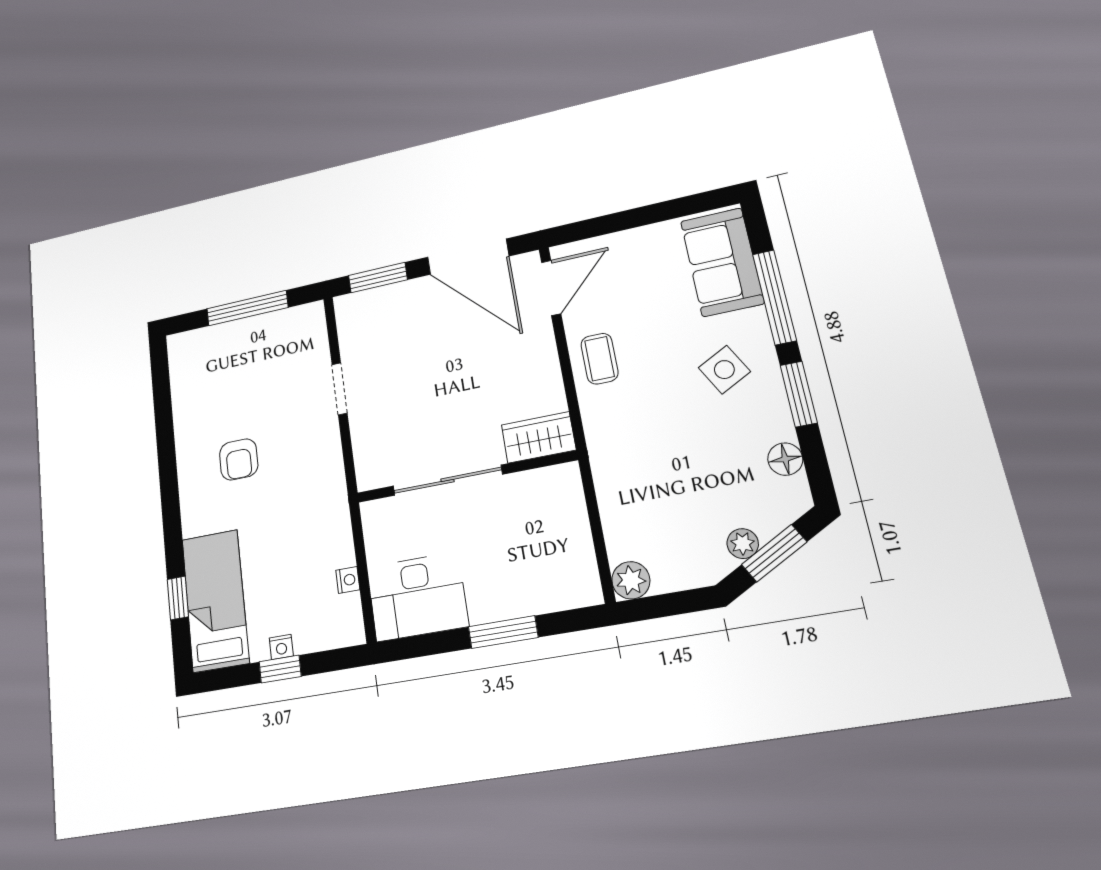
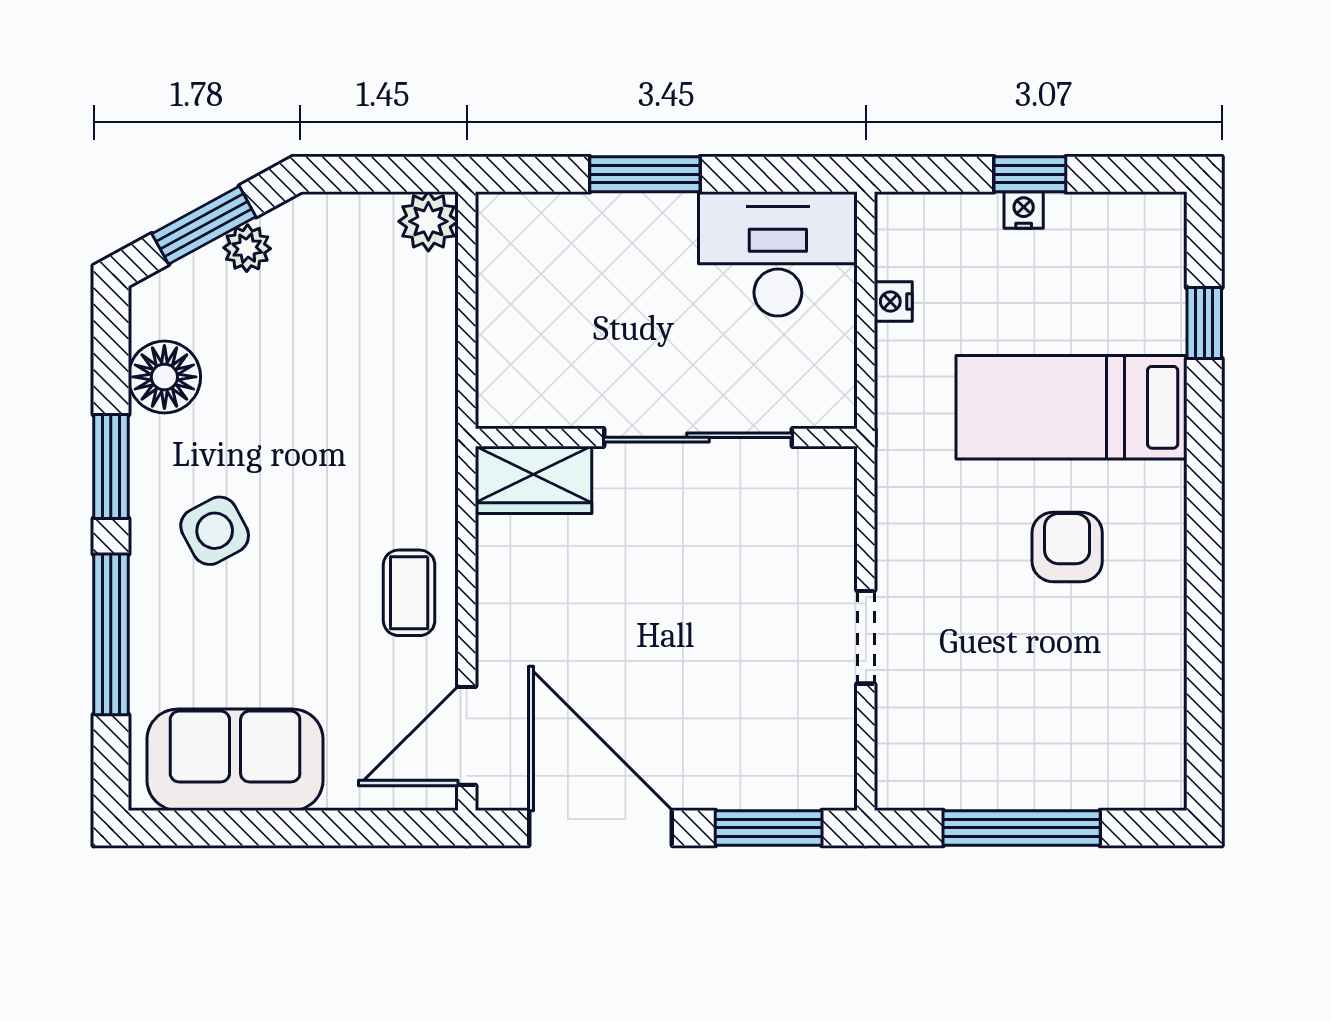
sofa: (722, 262) -> (235, 760), moved, turned -90
floor lamp: (785, 459) -> (164, 377), width x1.38, depth x1.38
bed: (215, 600) -> (1071, 407), moved, turned 90

